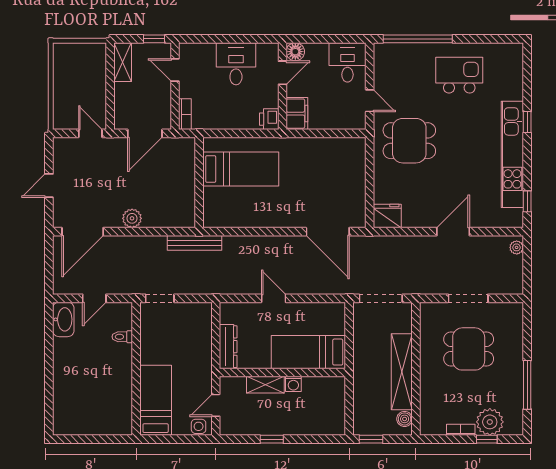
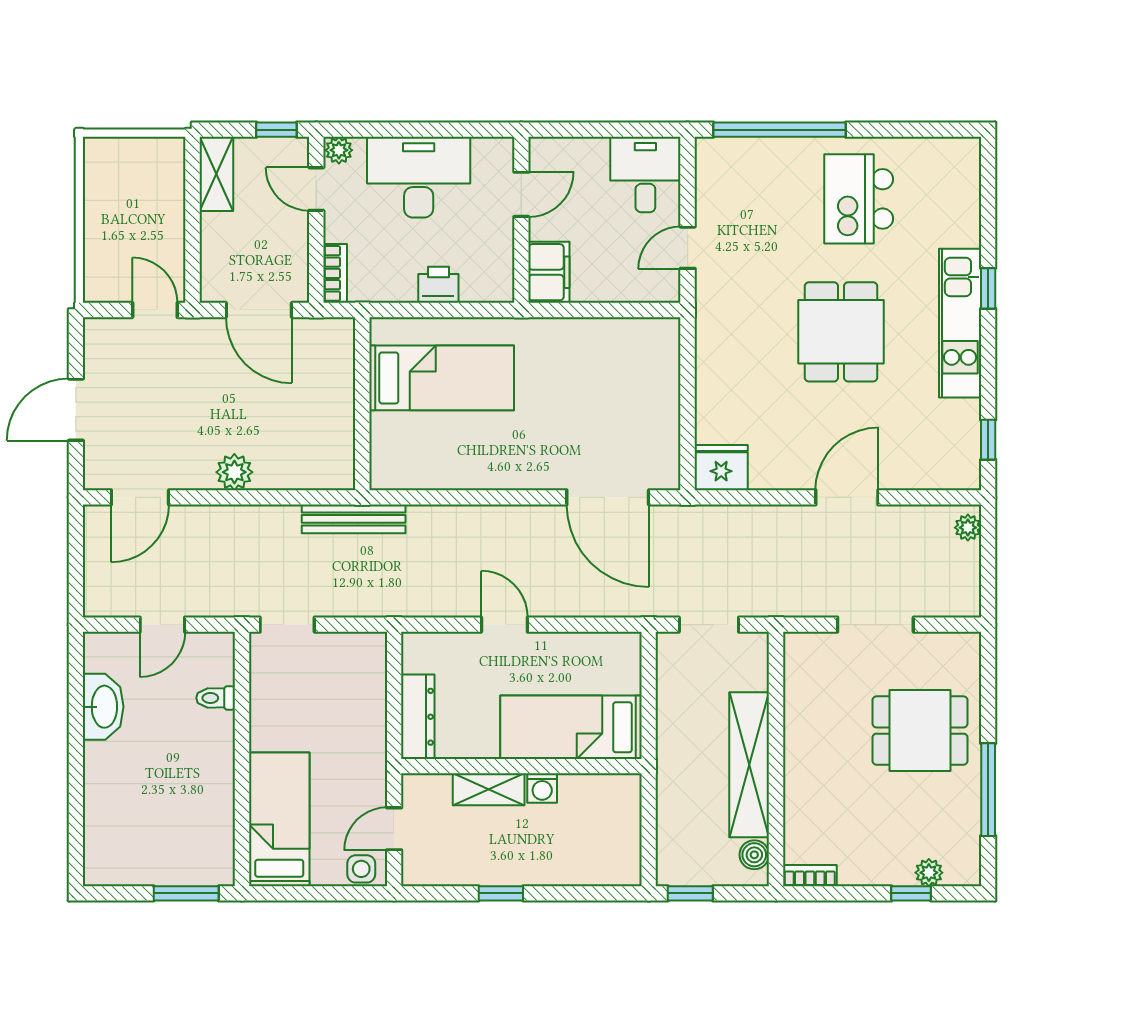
plant: (187, 50) -> (339, 150), added
floor lamp: (295, 52) -> (546, 154), removed
desk: (236, 64) -> (419, 177), width x1.37
kitchen island: (459, 75) -> (859, 199), turned -90
door: (370, 101) -> (688, 248), swing flipped
printer: (269, 119) -> (438, 285), moved, turned 90
door: (145, 133) -> (259, 310), hinge flipped
dining table: (409, 141) -> (841, 332), moved, turned 90
kitchen unit: (512, 154) -> (960, 323), width x0.73
door: (49, 186) -> (76, 410), width x1.38
door: (83, 232) -> (140, 497), width x0.73
doorway: (381, 298) -> (709, 625), width x0.73
washbasin: (63, 319) -> (103, 707), moved
dining table: (469, 349) -> (920, 731), moved
plant: (490, 422) -> (929, 873), width x0.53, depth x0.53
bookcase: (461, 430) -> (810, 876), moved
window: (107, 439) -> (186, 893), added

